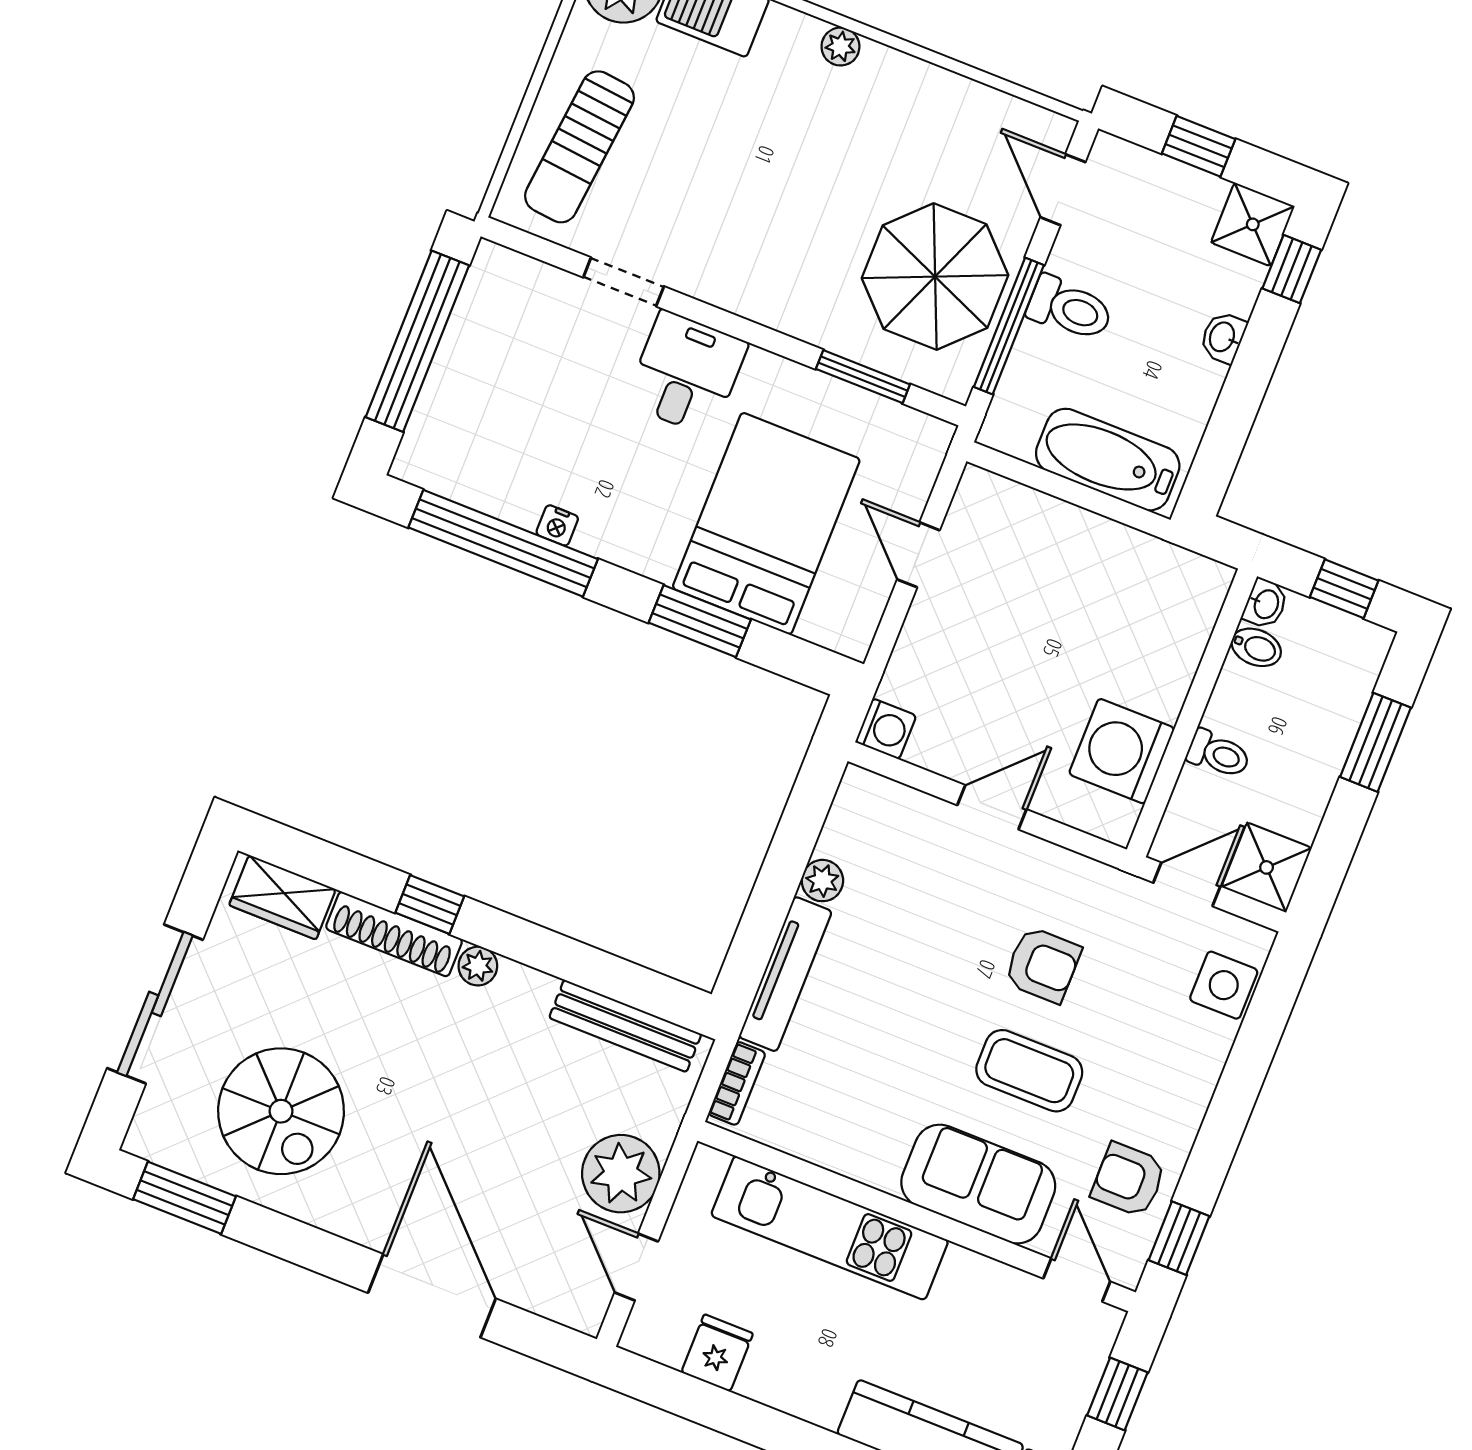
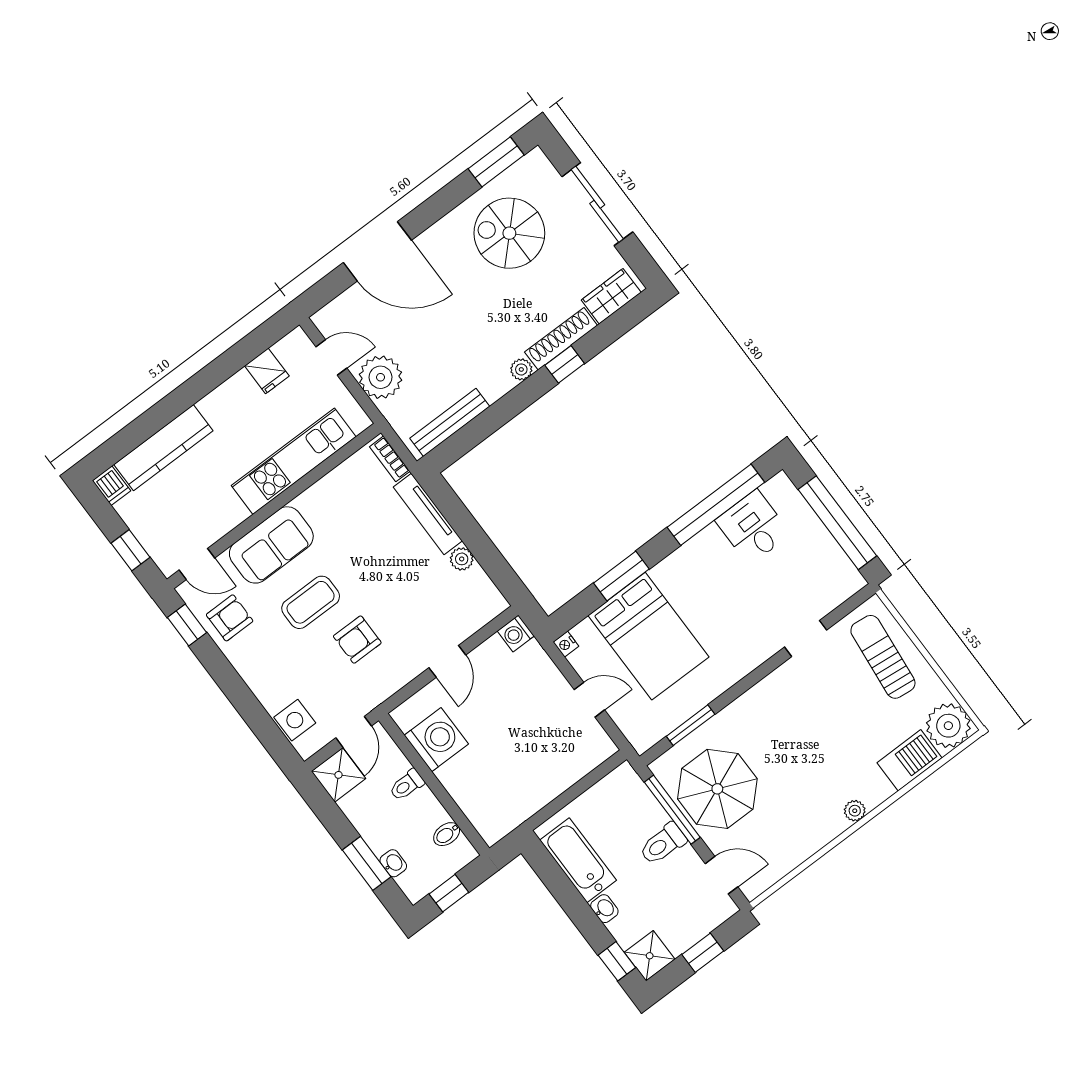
desk: (686, 373) -> (753, 527), moved, turned 180
bathtub: (1108, 460) -> (578, 860), moved, turned -90
nightstand: (557, 525) -> (566, 644), moved, turned -90
washbasin: (1265, 604) -> (393, 863), moved, turned 180

